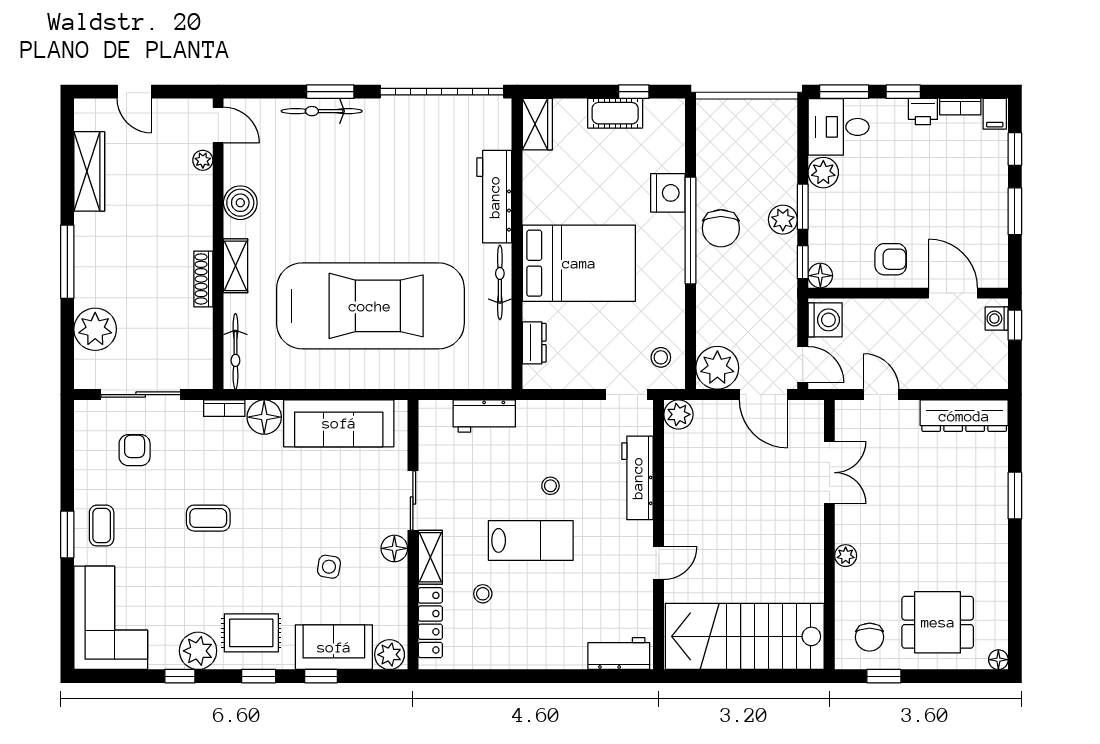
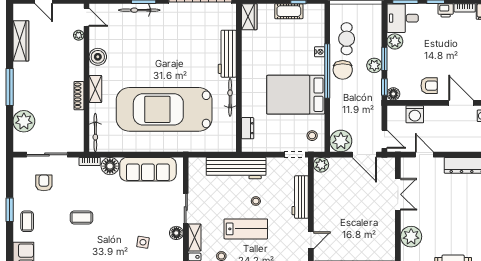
cafe table: (729, 167) -> (347, 39), added
nightstand: (668, 193) -> (320, 52), width x0.53, depth x0.56
bed: (579, 263) -> (296, 95), moved, turned 180
car: (370, 306) -> (164, 109), turned 180
washing machine: (825, 320) -> (415, 114), moved, turned 90
workbench: (484, 416) -> (236, 168), width x1.88, depth x1.32
window: (67, 534) -> (10, 210), moved
plant: (846, 556) -> (411, 237), width x1.88, depth x1.88

